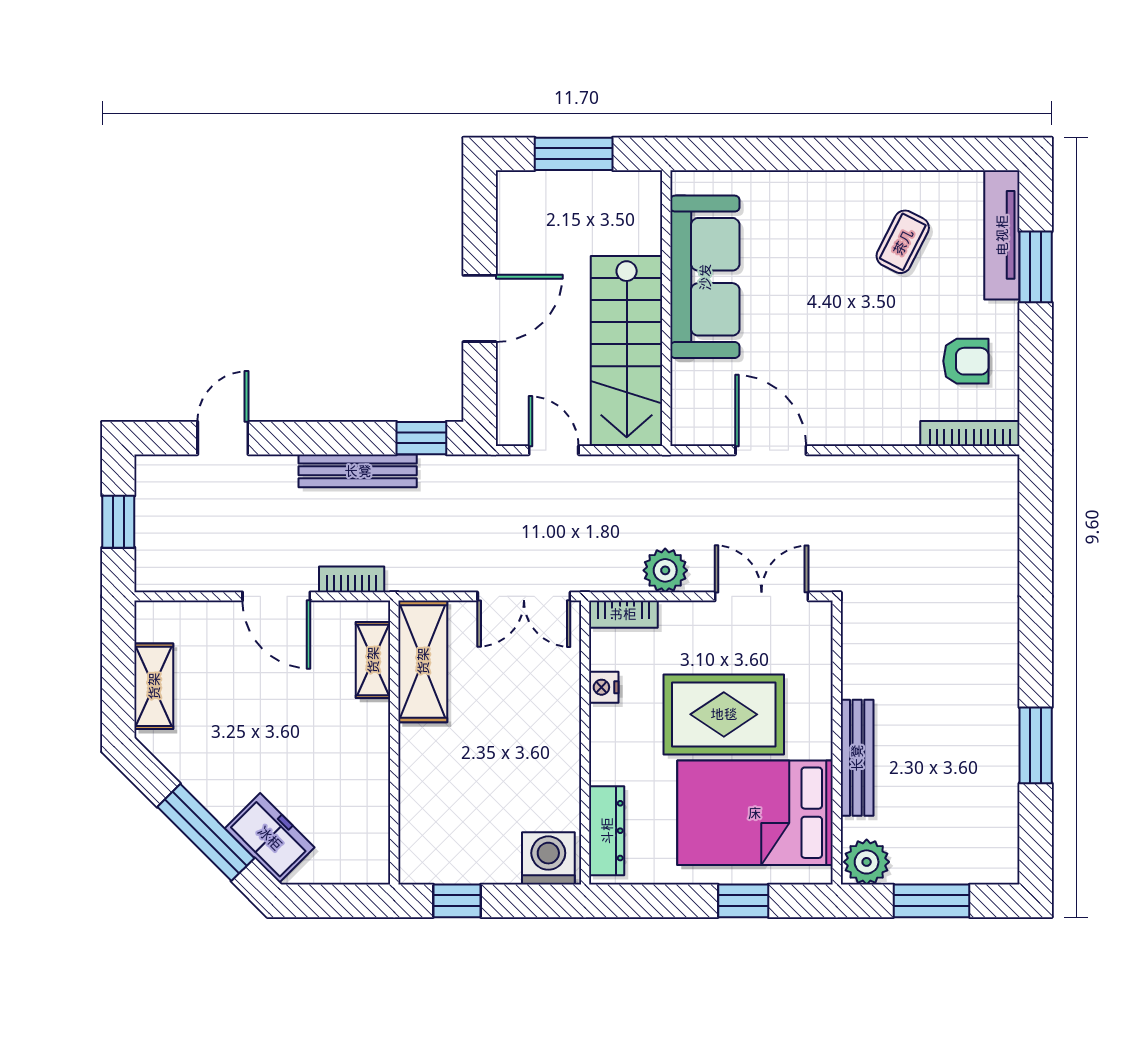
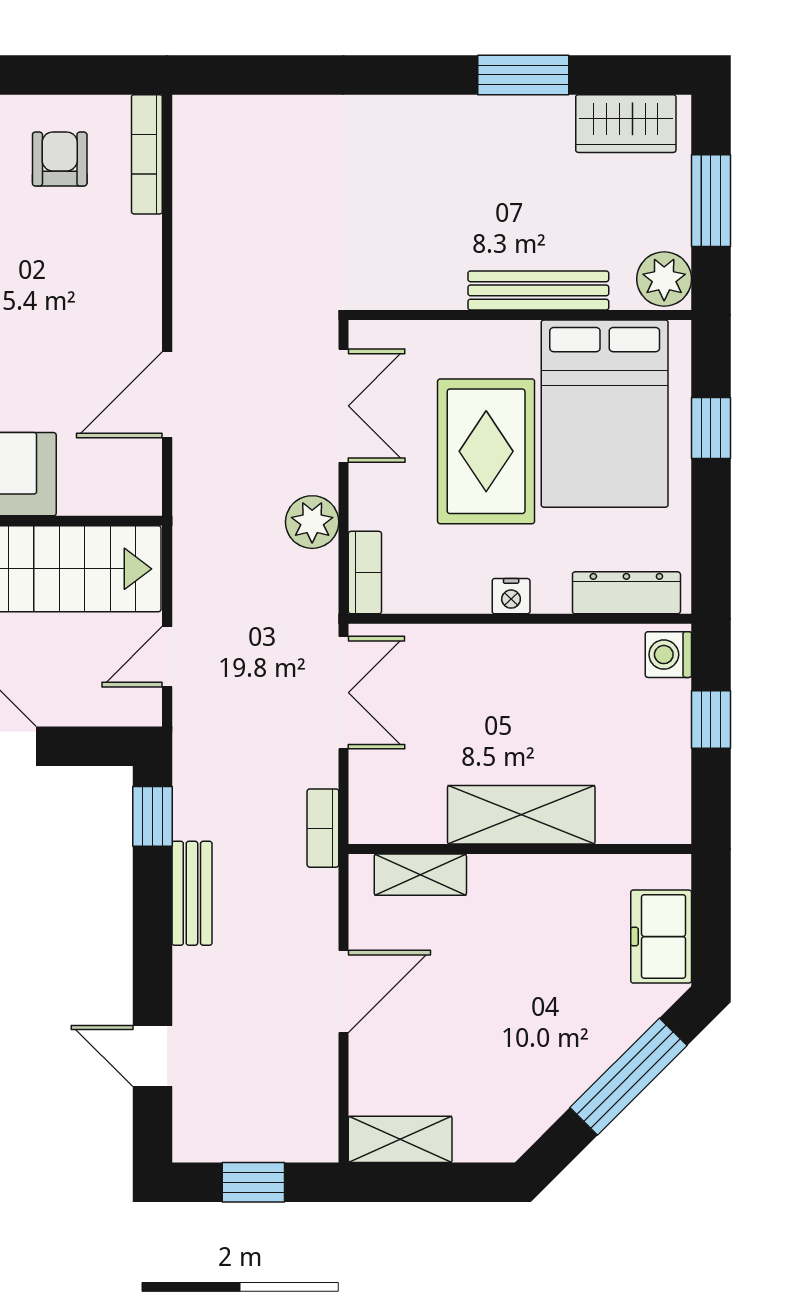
bench: (358, 471) -> (192, 893), width x0.73
bookcase: (352, 579) -> (323, 828), moved
double door: (762, 596) -> (344, 406), swing flipped
shelving: (423, 661) -> (521, 815), moved
shelving: (154, 686) -> (400, 1139), moved
nightstand: (604, 687) -> (511, 596), moved
wardrobe: (995, 830) -> (626, 124), added
freezer: (270, 838) -> (661, 937), moved, turned -45
washing machine: (548, 858) -> (668, 655), width x0.73, depth x0.73
window: (457, 901) -> (711, 719), moved

